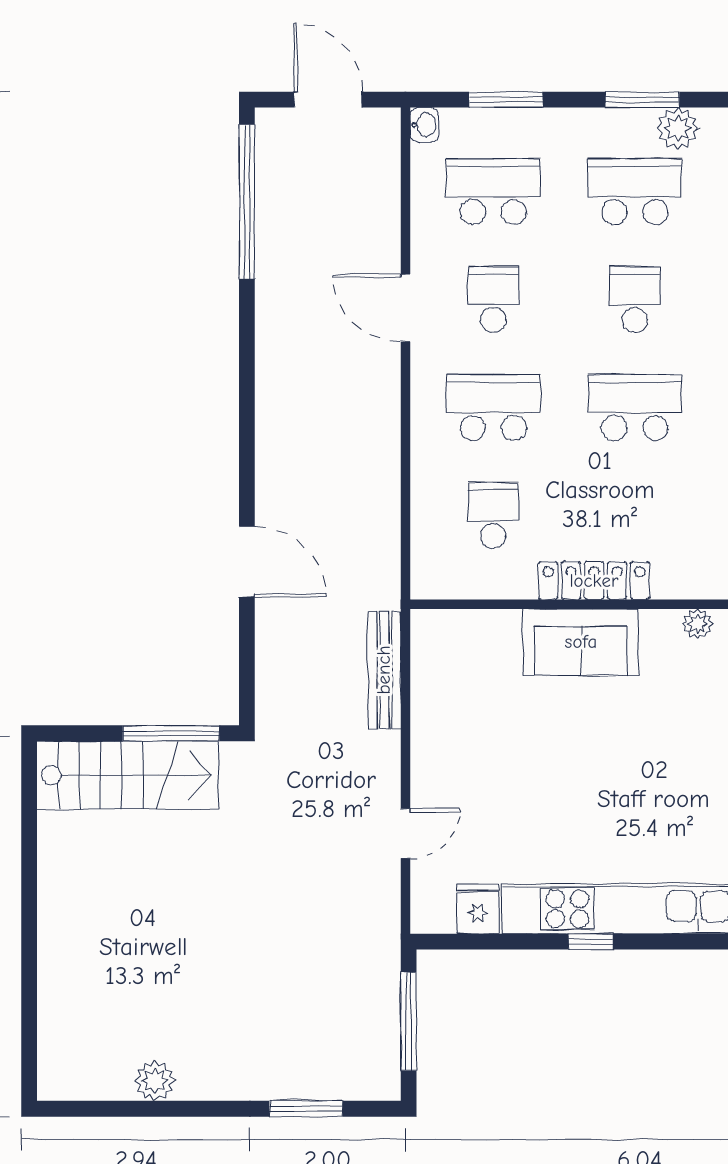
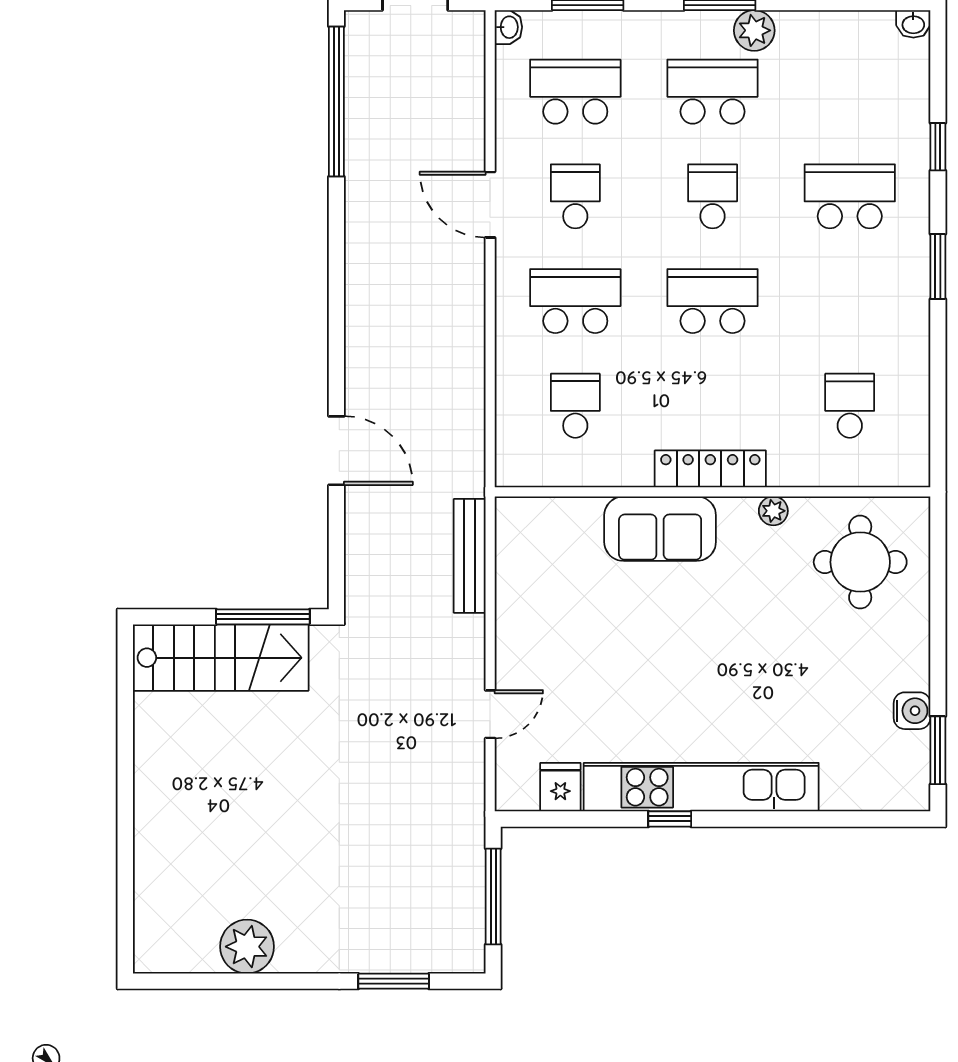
locker: (594, 581) -> (710, 469), moved
plant: (155, 1081) -> (247, 947), width x1.36, depth x1.36

